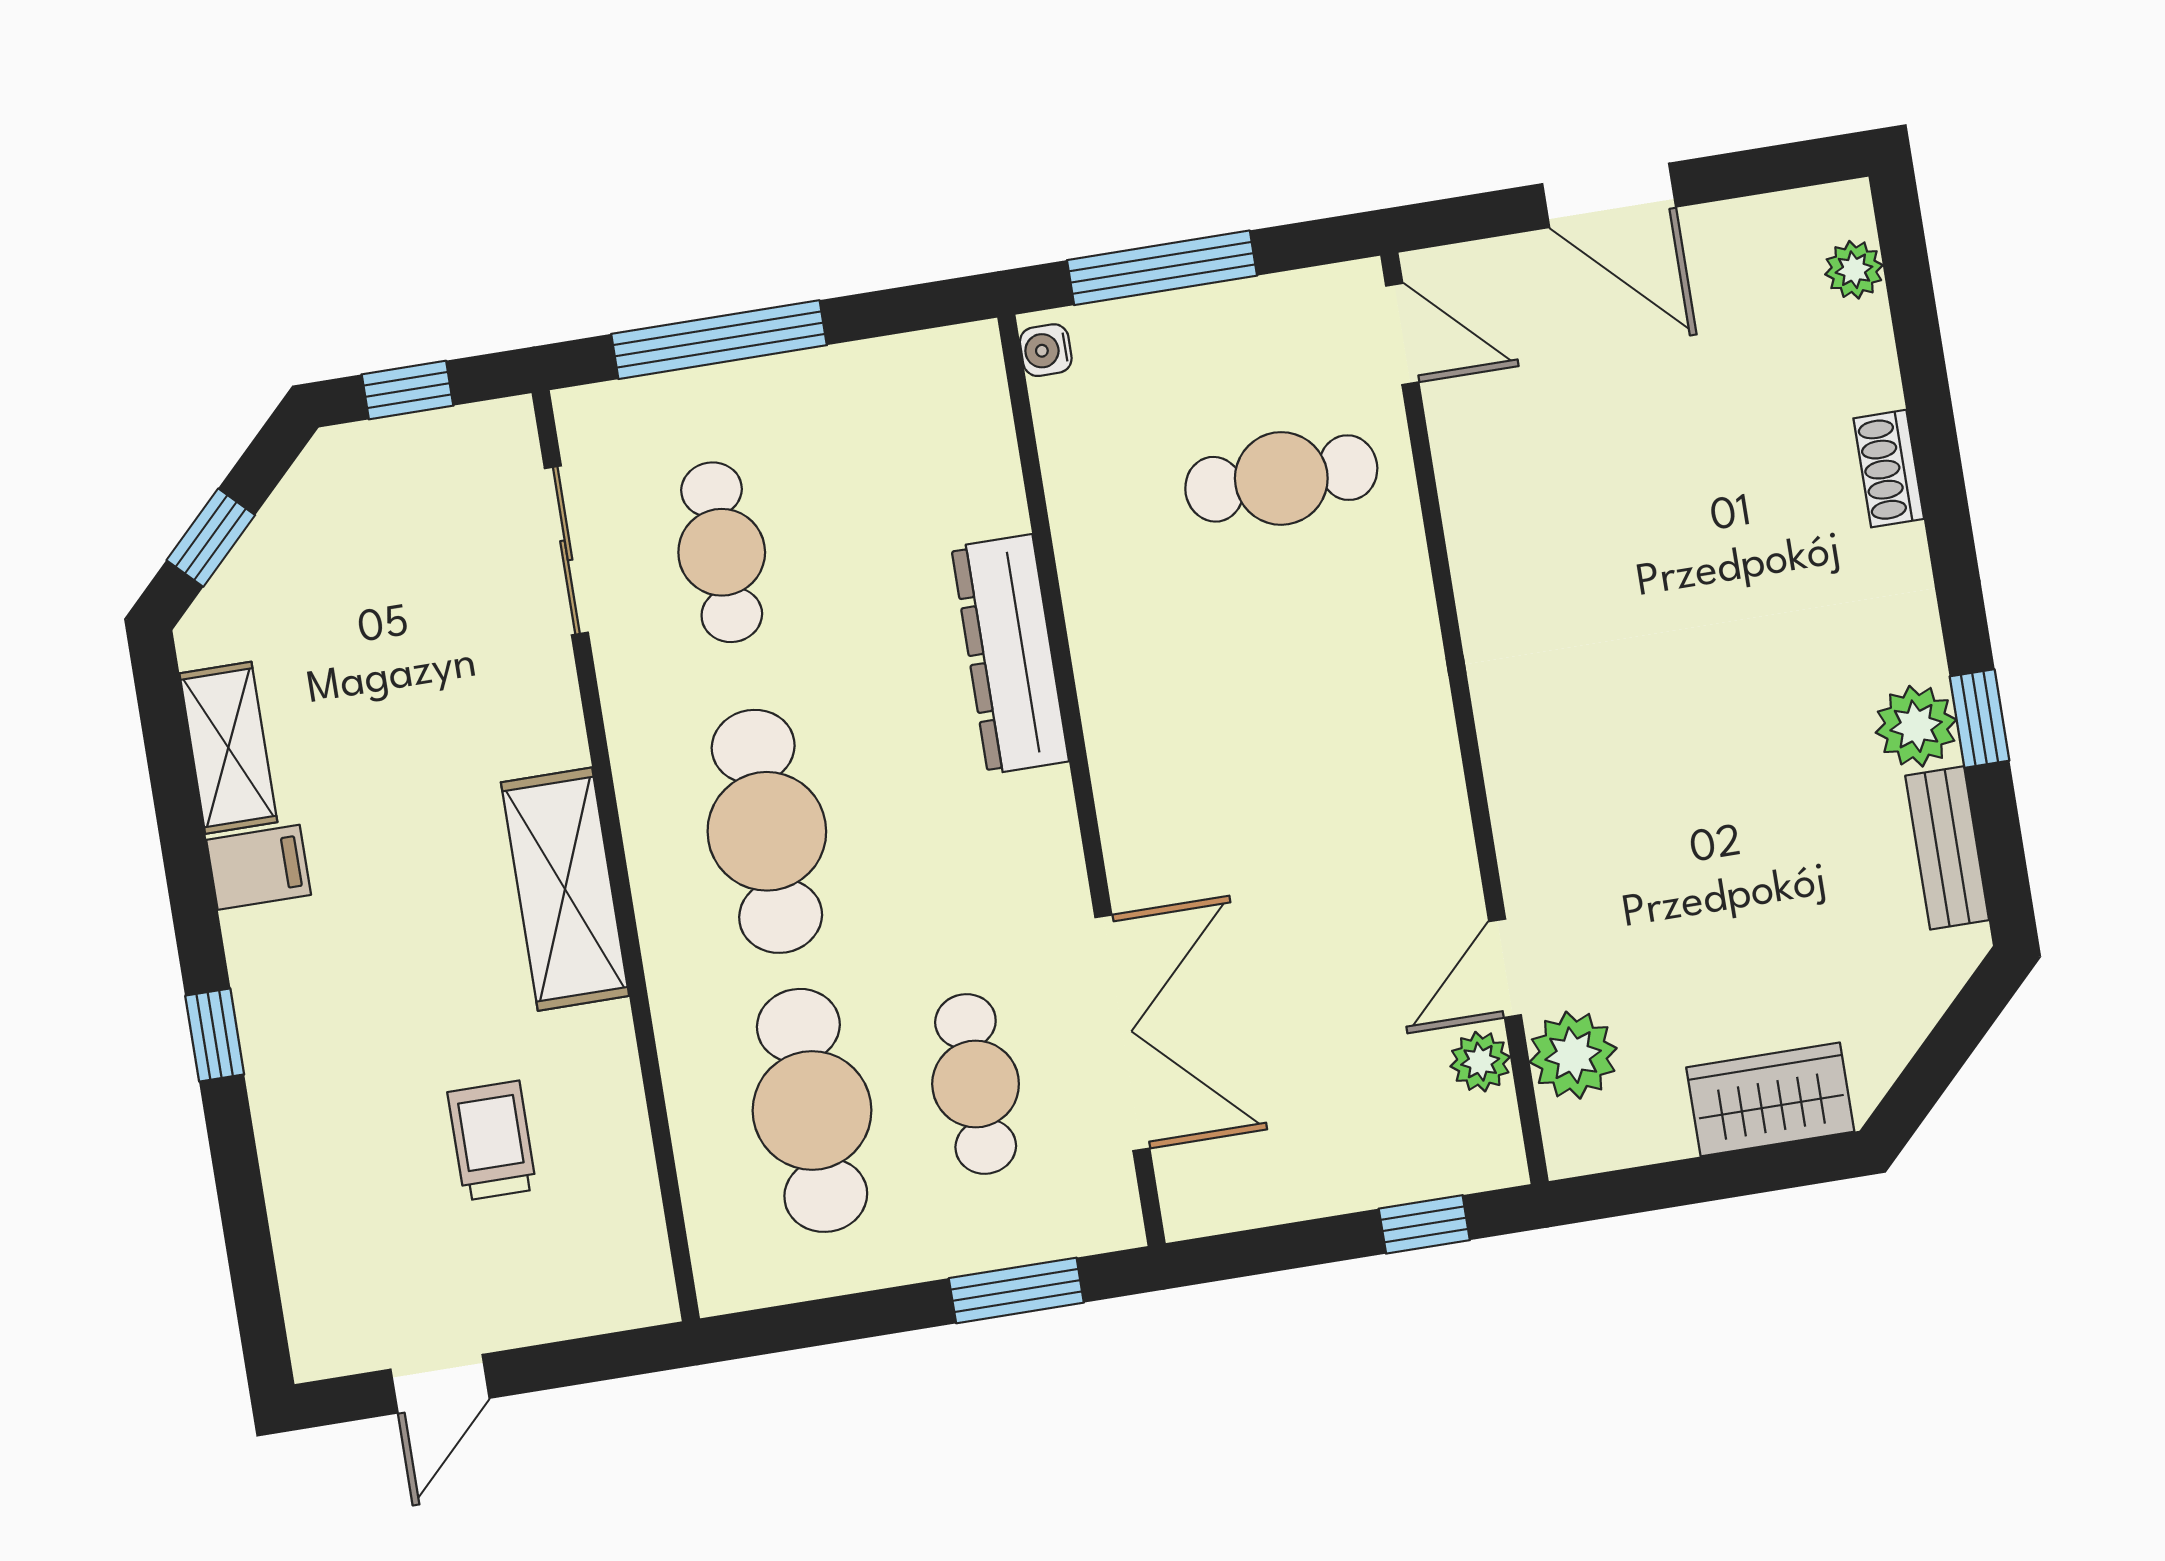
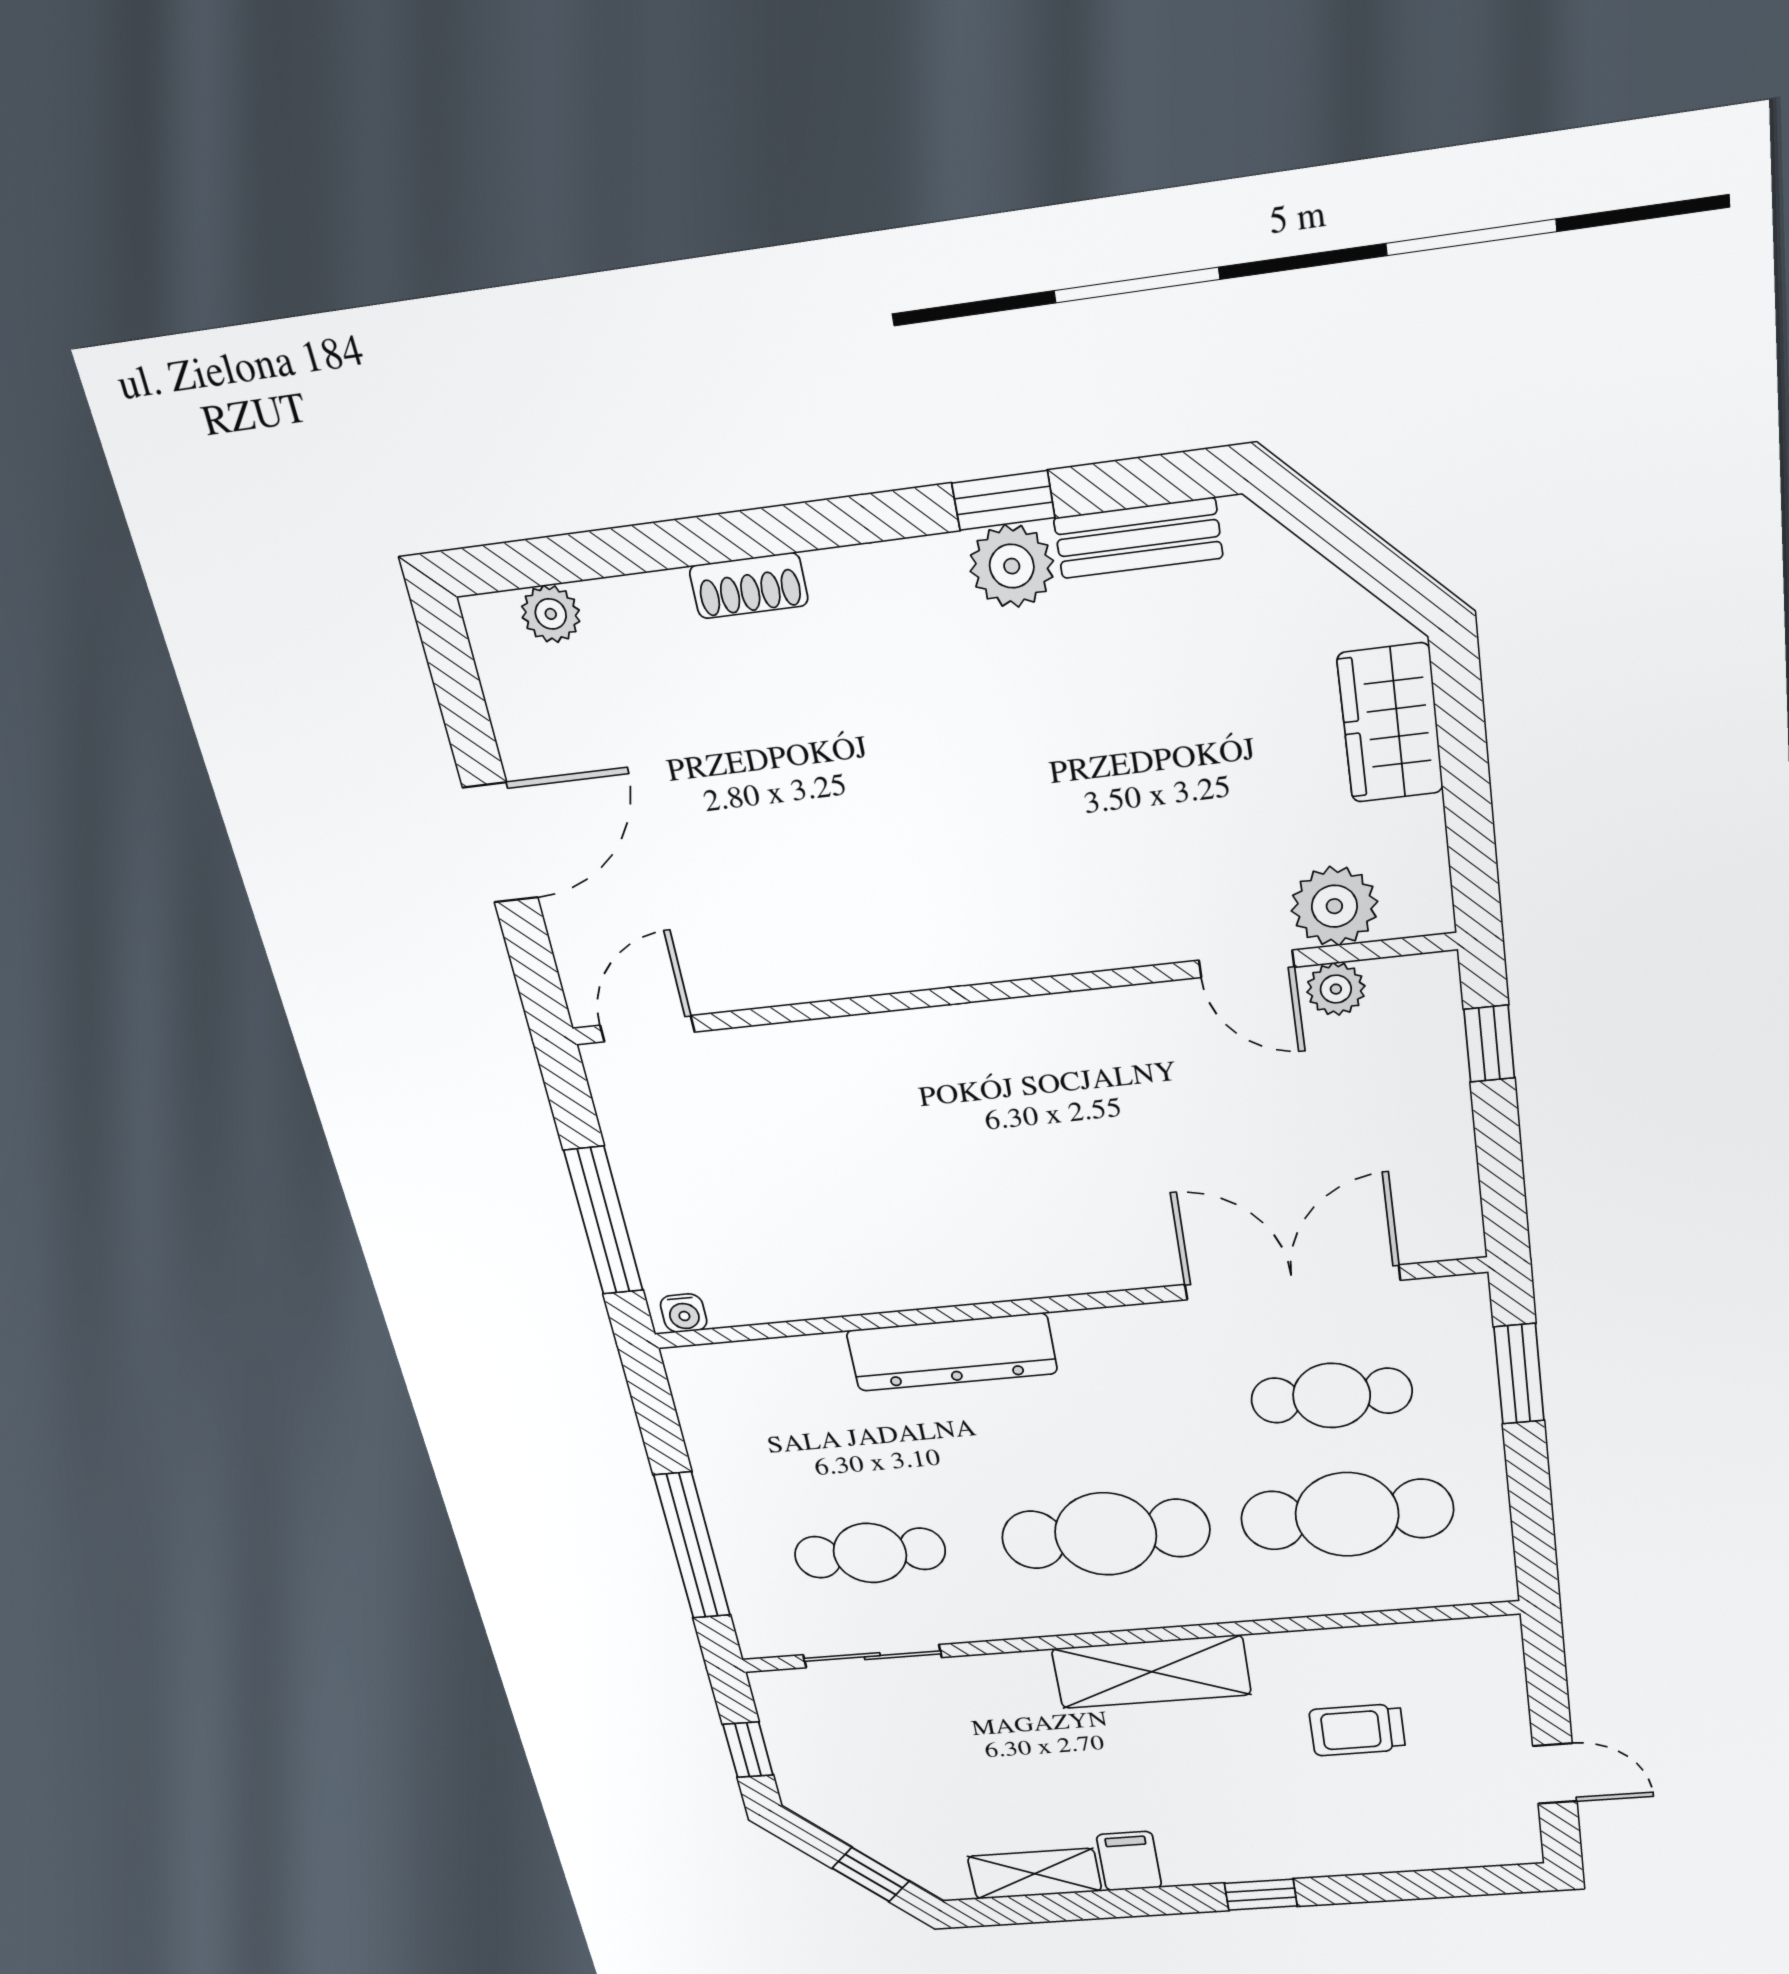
cafe table: (1281, 478) -> (787, 1134), removed

